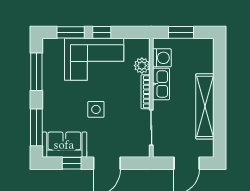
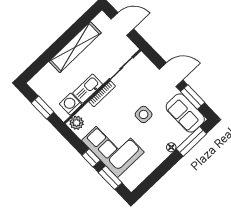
plant: (142, 66) -> (77, 123), moved
window: (36, 72) -> (156, 175), removed
floor lamp: (47, 106) -> (171, 147), added
window: (72, 163) -> (193, 97), width x1.50

